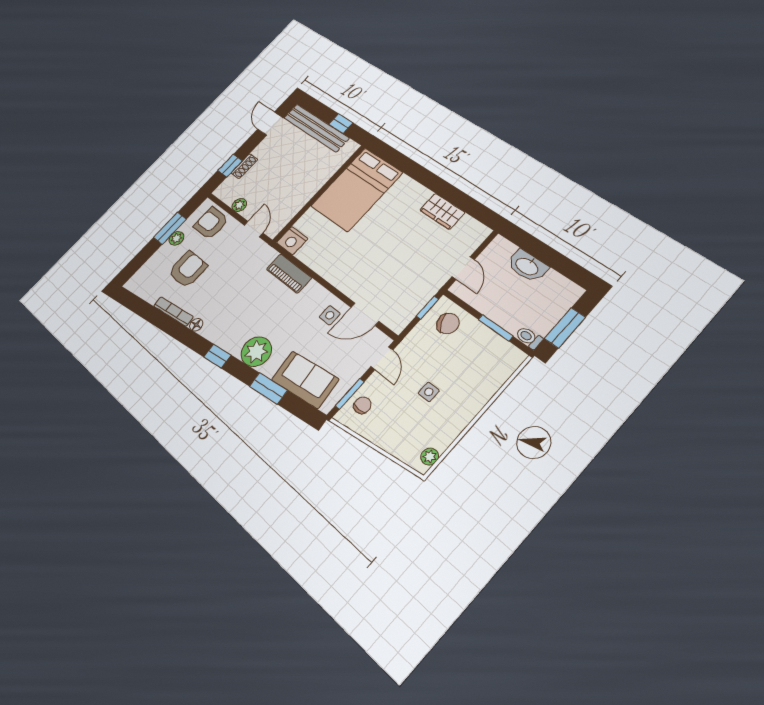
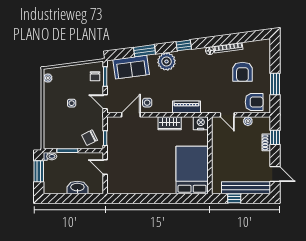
wardrobe: (442, 211) -> (170, 123), moved, turned 180
plant: (176, 238) -> (266, 82), removed

